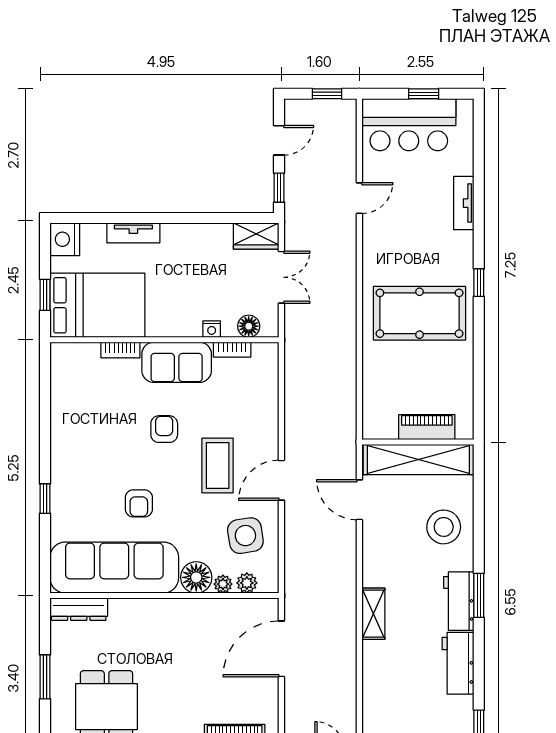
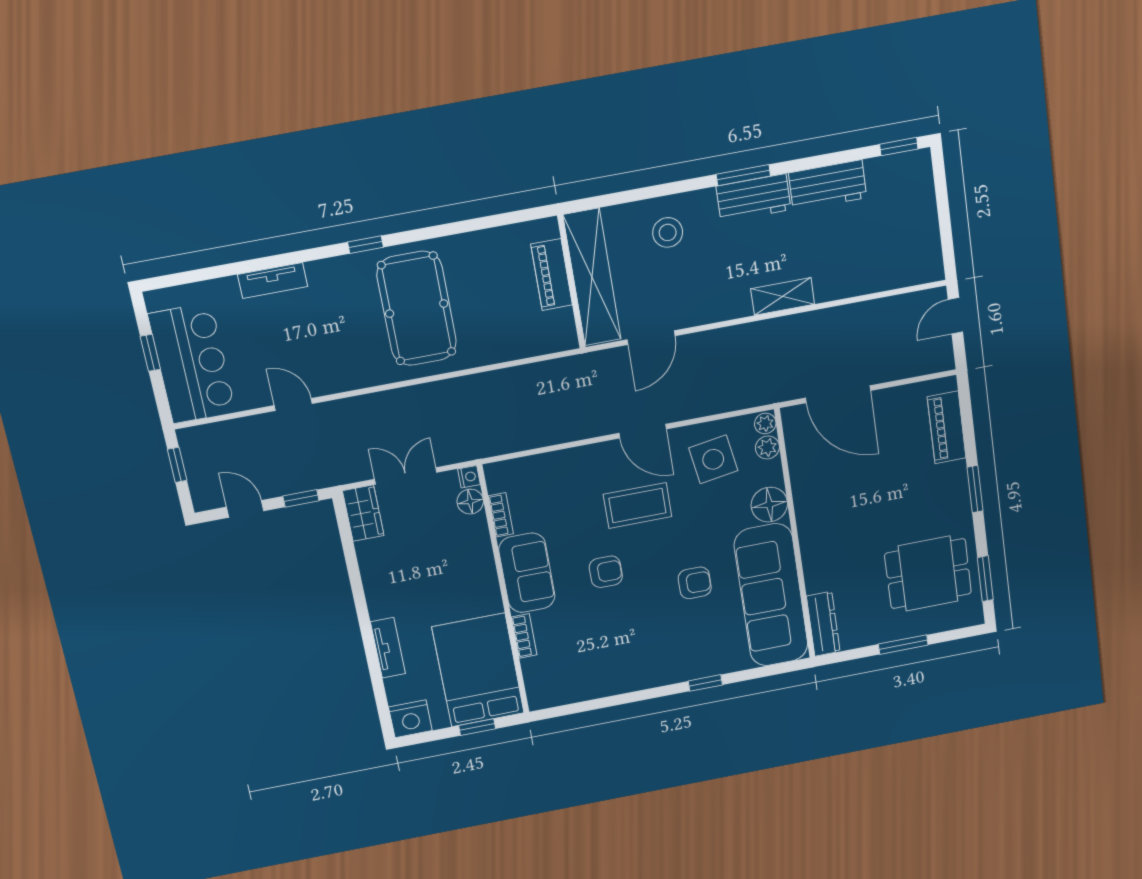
nightstand: (212, 329) -> (469, 477), moved
armchair: (164, 429) -> (606, 572), turned 180
stool: (444, 527) -> (668, 232), width x0.73, depth x0.73
plant: (223, 584) -> (765, 423), moved

